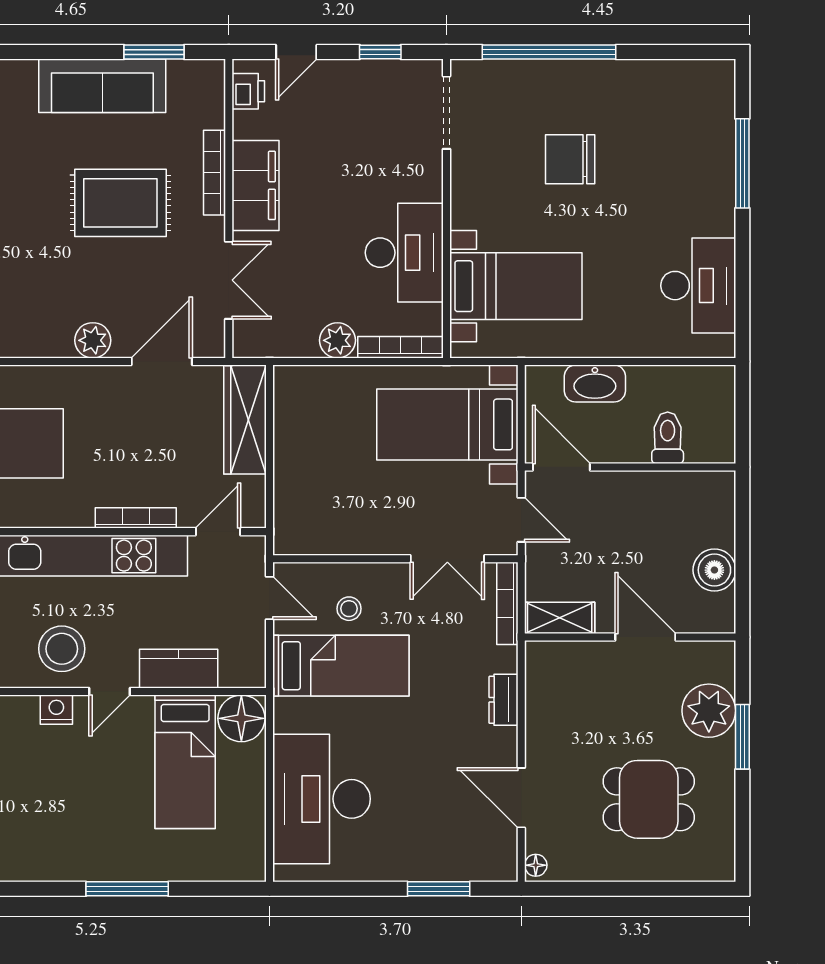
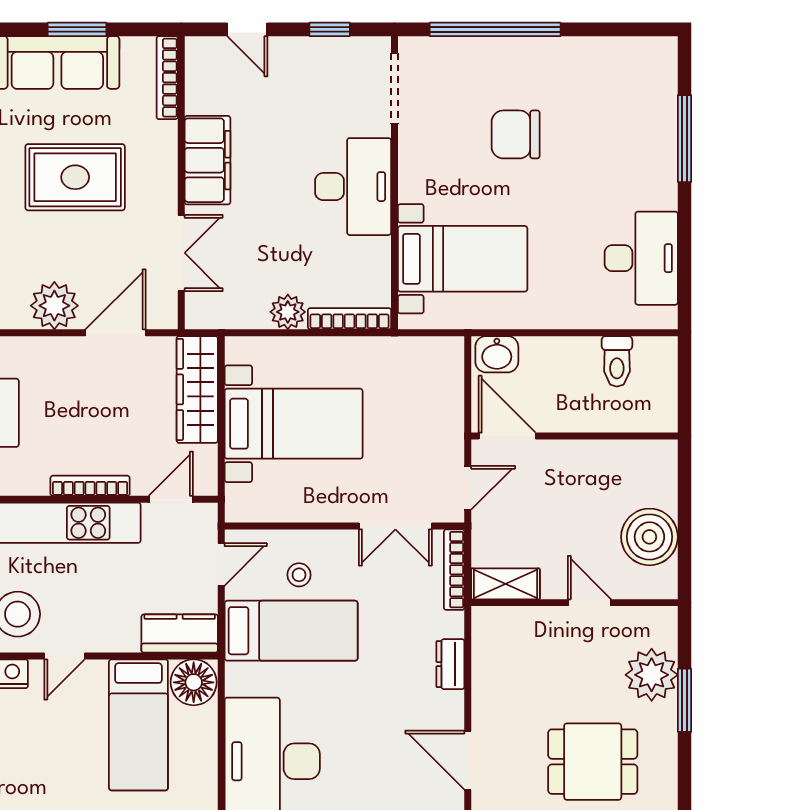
window: (154, 52) -> (77, 29), moved
door: (296, 52) -> (247, 29), hinge flipped
printer: (248, 91) -> (200, 68), removed
bookcase: (214, 173) -> (167, 78), moved
desk: (404, 253) -> (353, 187), moved
plant: (93, 340) -> (54, 306), width x1.36, depth x1.36
washbasin: (595, 384) -> (497, 354), moved, width x0.72
bed with nightstands: (447, 424) -> (294, 424), moved, turned 180
toilet: (668, 438) -> (617, 361), moved, turned 180
door: (521, 520) -> (468, 488), hinge flipped
boiler: (714, 570) -> (649, 537), width x1.37, depth x1.37
door: (270, 598) -> (221, 564), hinge flipped
door: (645, 637) -> (590, 603), width x0.73
kitchen counter: (179, 669) -> (180, 634), moved

